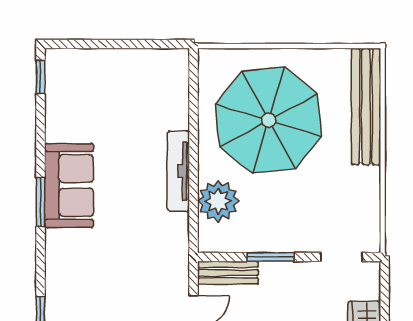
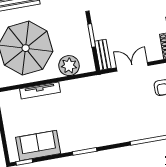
tv unit: (178, 171) -> (40, 91), moved
sofa: (69, 185) -> (38, 145), moved

